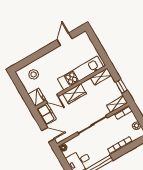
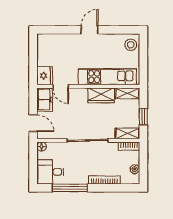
door: (65, 39) -> (90, 30), moved
stool: (34, 74) -> (131, 45), moved
wardrobe: (75, 94) -> (101, 95), moved

